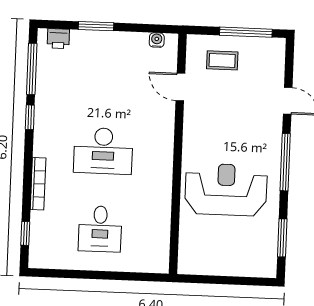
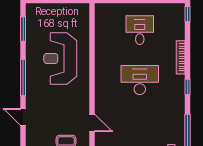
window: (30, 117) -> (188, 87), moved
reception desk: (226, 190) -> (60, 58), turned 90
window: (25, 233) -> (188, 14), moved

